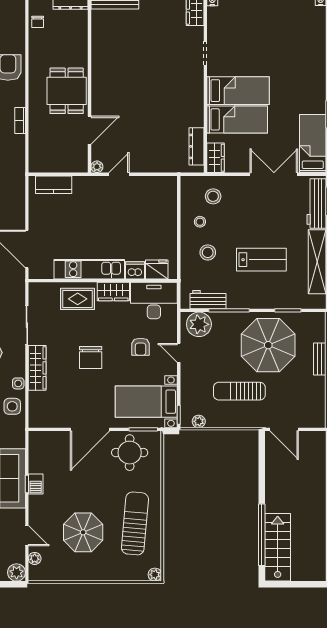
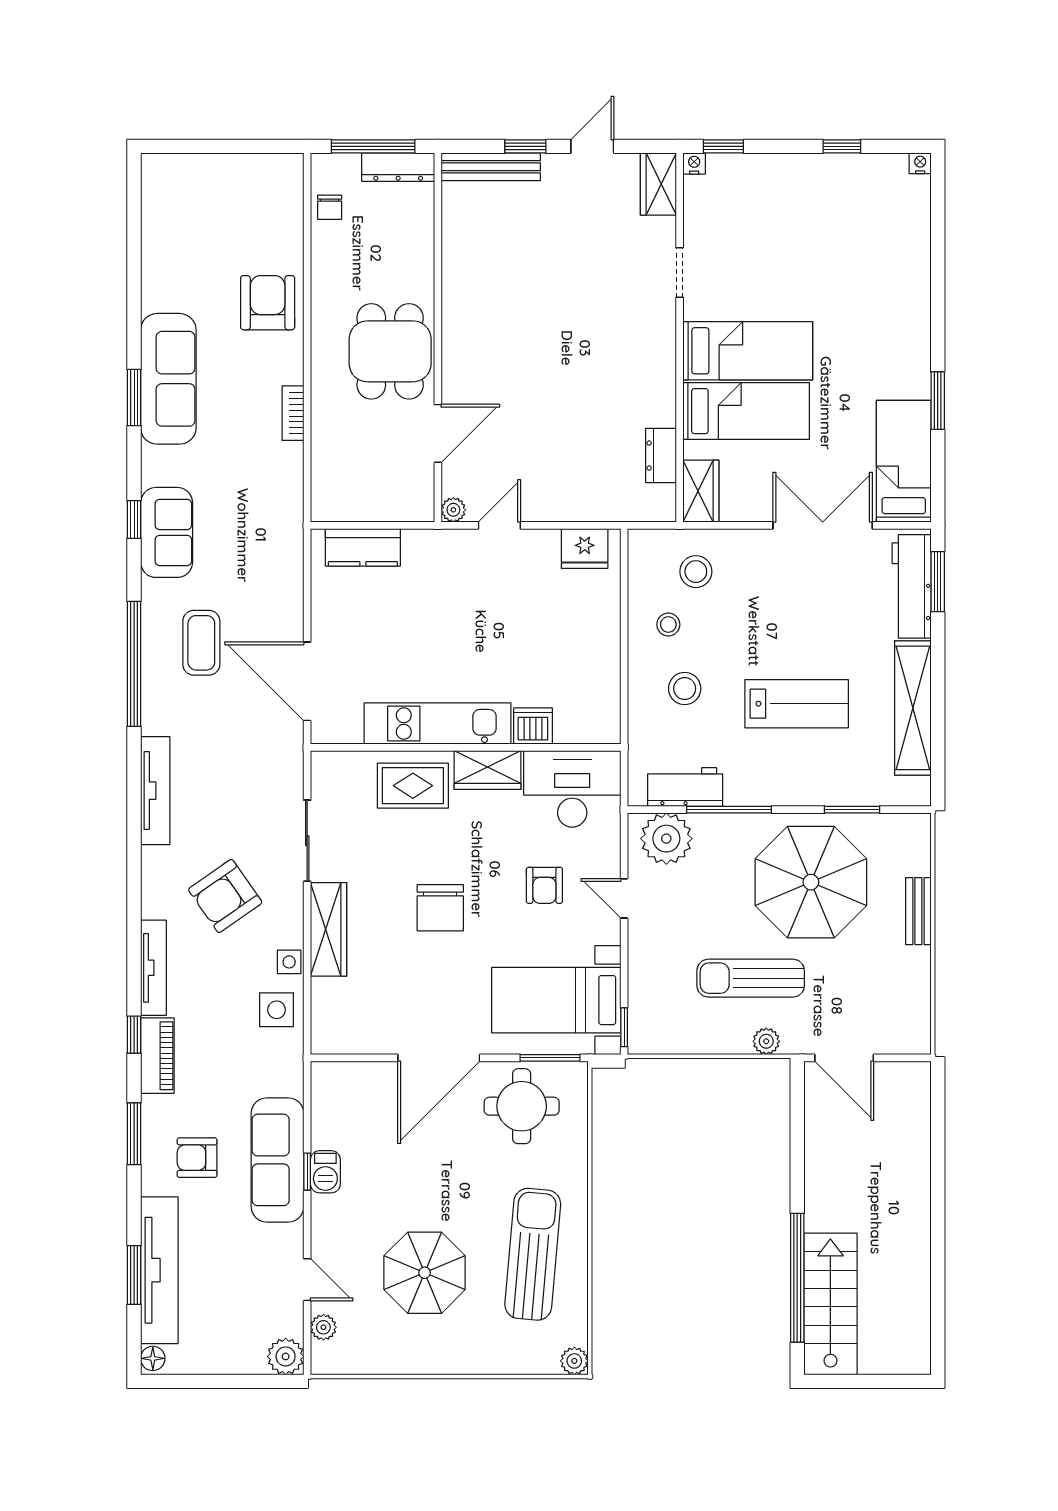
dresser: (196, 146) -> (661, 456), width x0.70
fridge: (157, 270) -> (585, 549), moved, turned 180
plant: (199, 421) -> (766, 1041), moved

